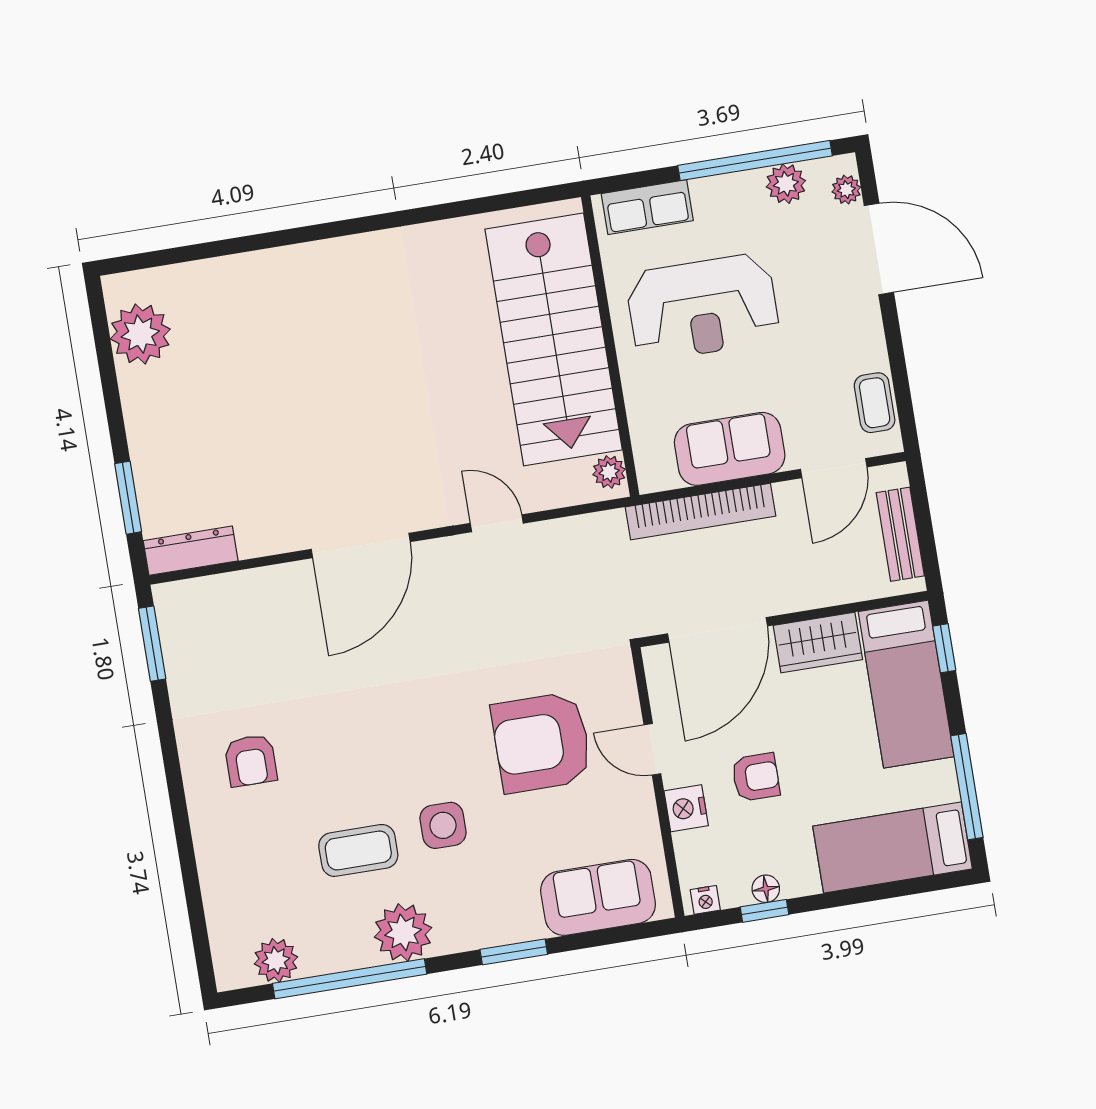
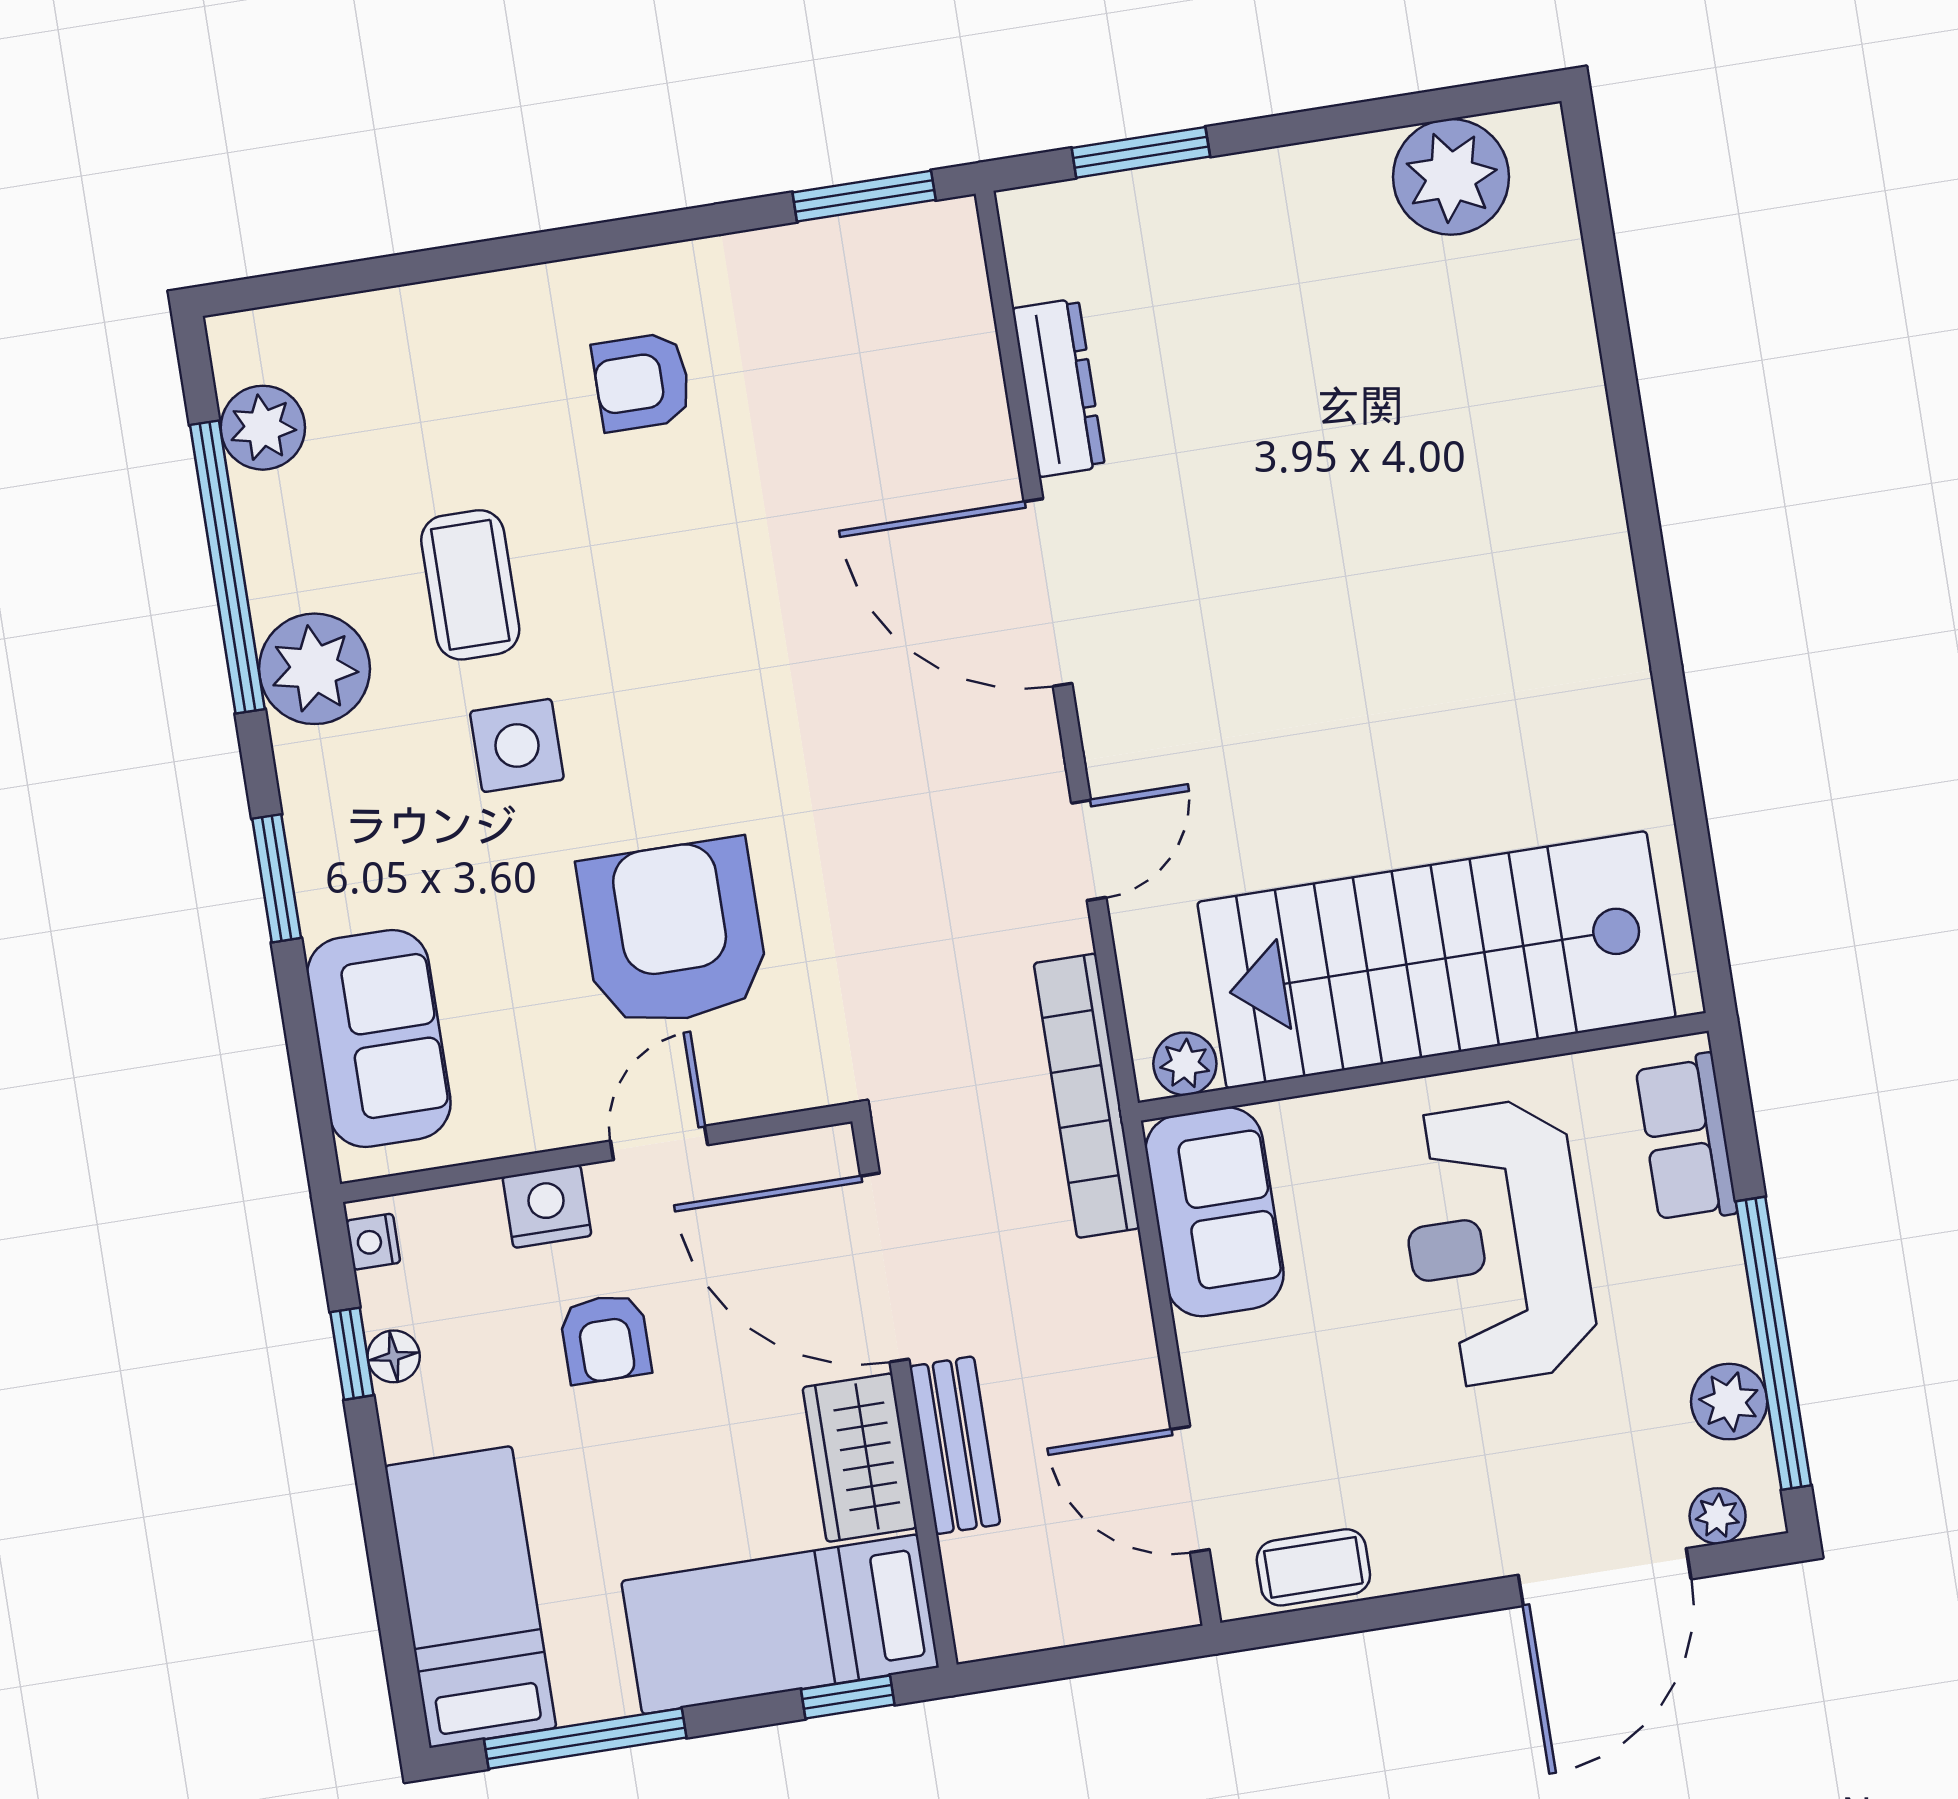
sofa: (730, 449) -> (1215, 1212), moved
bookcase: (701, 512) -> (1087, 1096), moved
bench: (900, 534) -> (955, 1445), moved, turned 90
dresser: (191, 551) -> (1059, 388), moved

